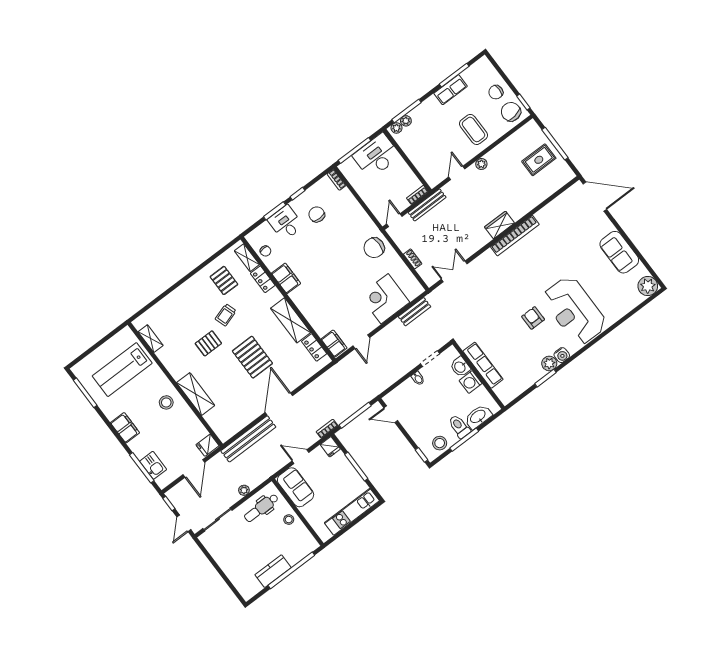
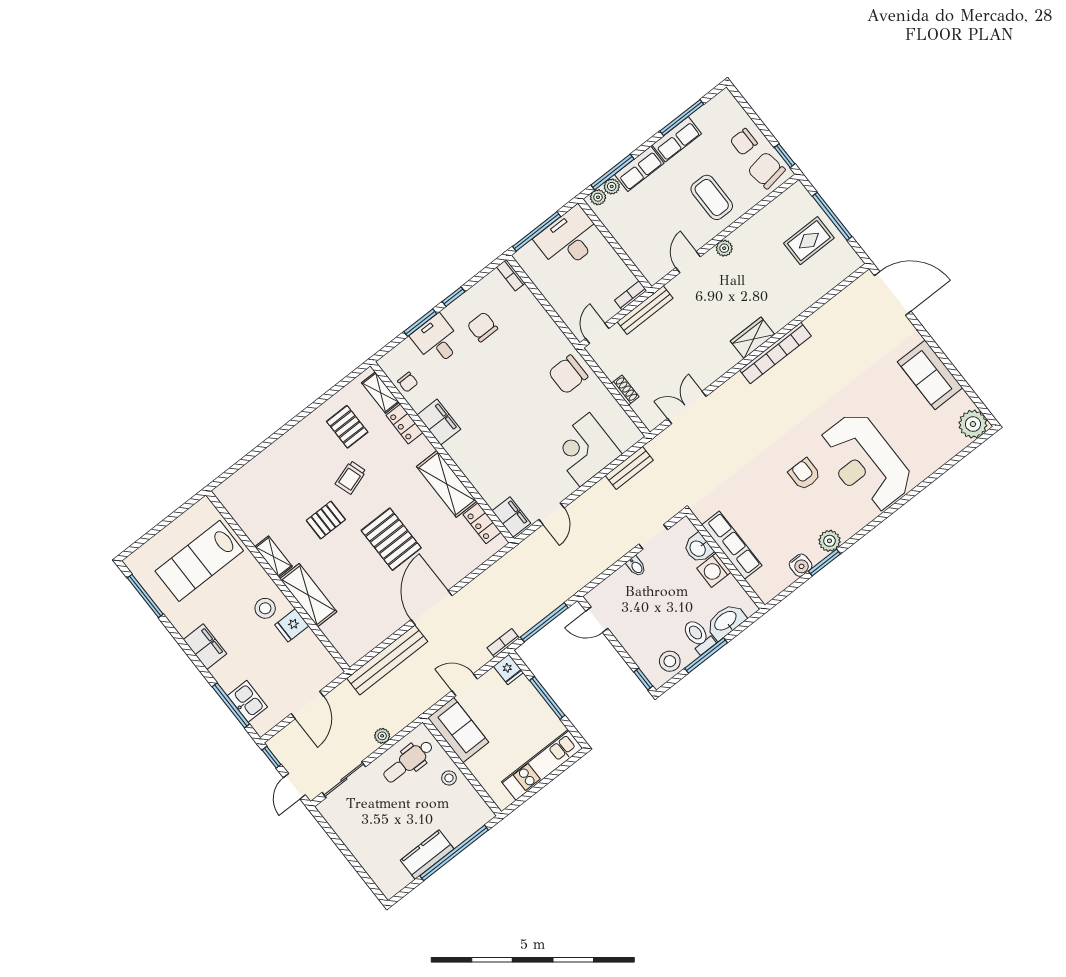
row of seats: (425, 109) -> (639, 169), added
shelving: (151, 339) -> (274, 557), moved
water cooler: (562, 355) -> (801, 565), moved
fridge: (207, 445) -> (292, 625), moved

